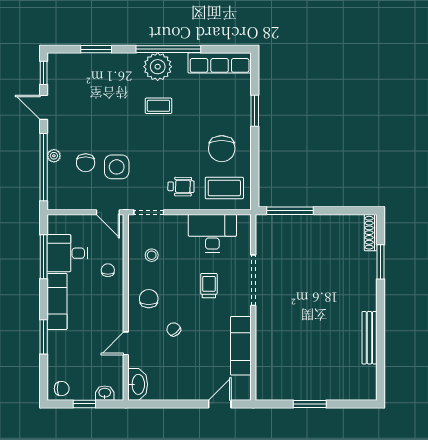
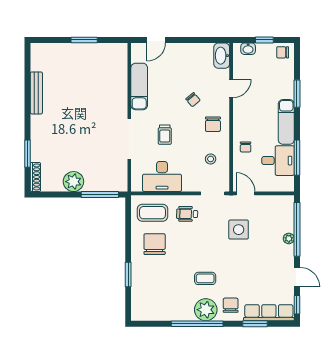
row of seats: (220, 63) -> (269, 313), moved
chair: (86, 163) -> (231, 305), moved
plant: (323, 227) -> (73, 182), added

